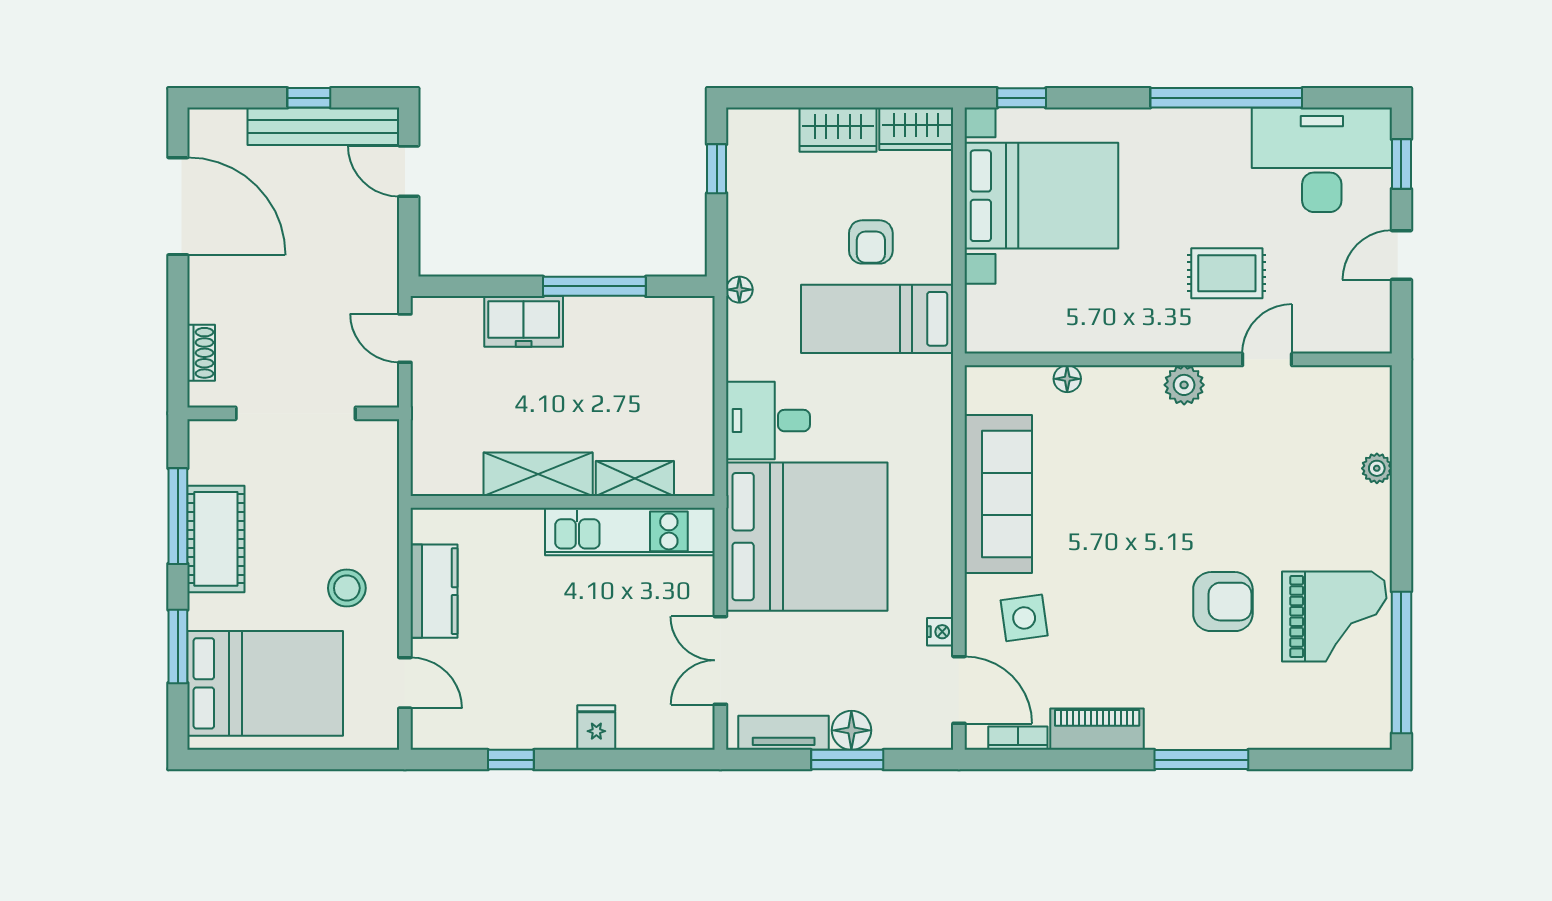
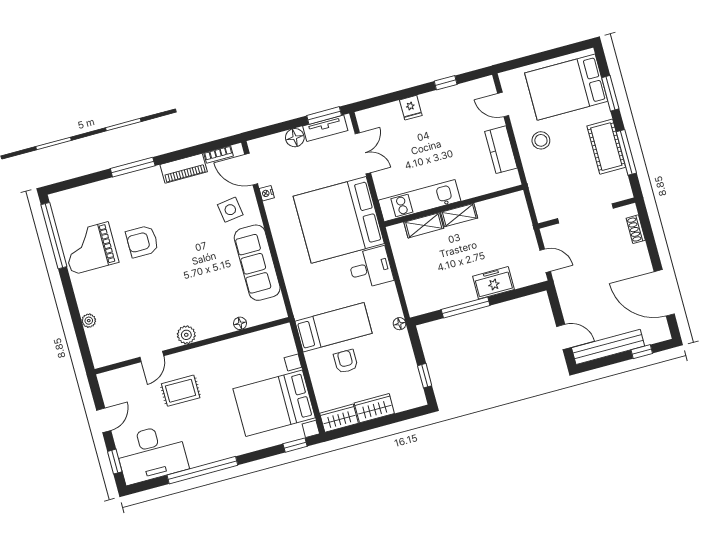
window: (309, 98) -> (642, 352), moved
shelving: (538, 474) -> (459, 215), width x0.67, depth x0.75
window: (847, 760) -> (324, 115), moved

